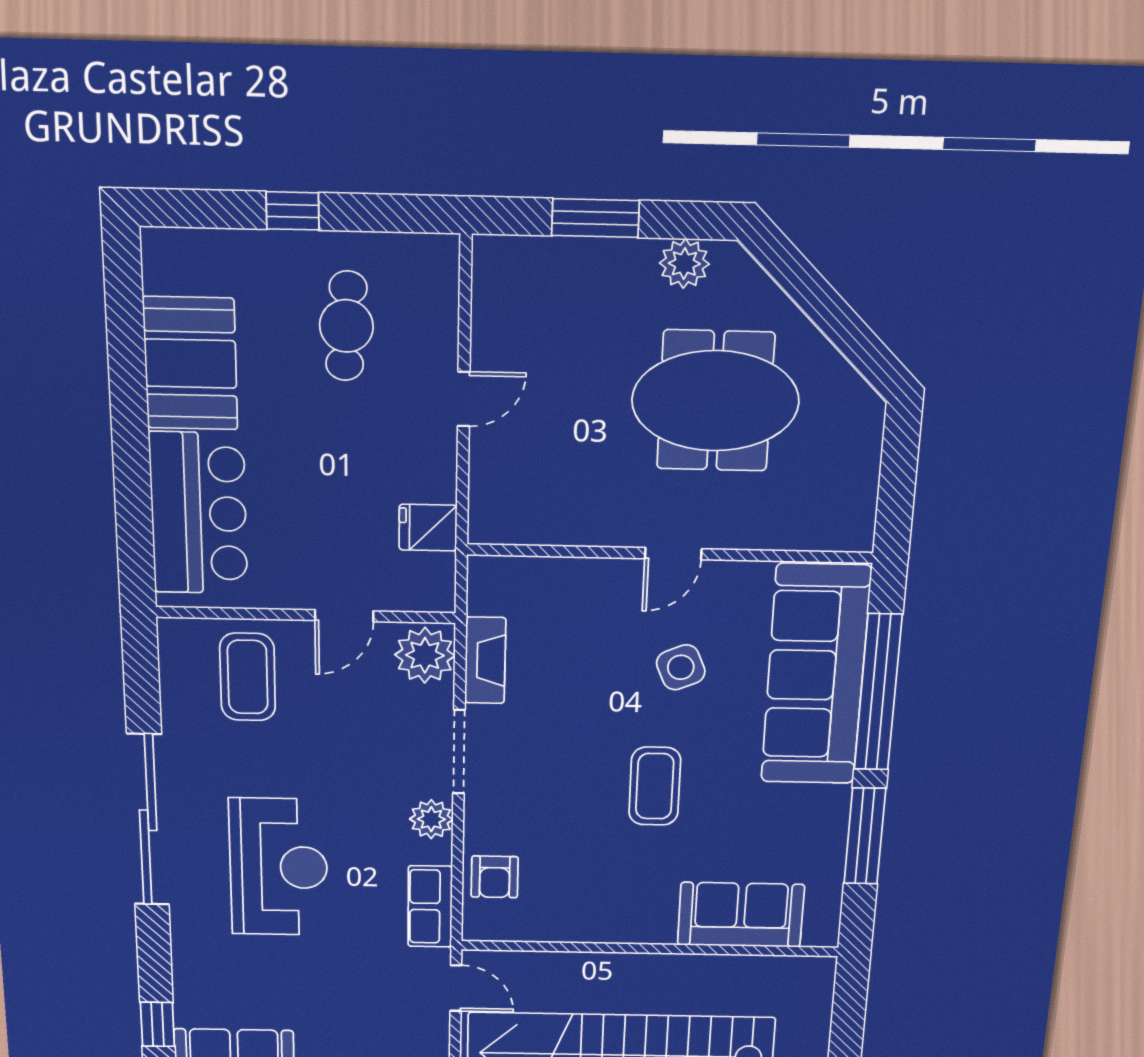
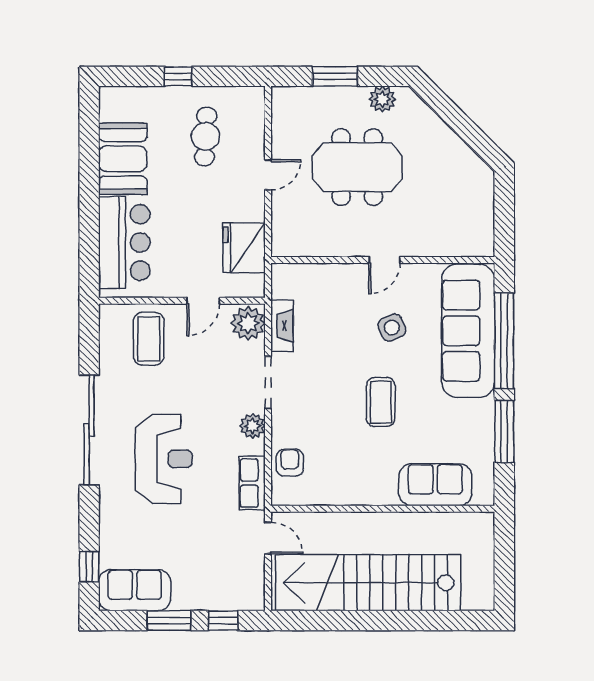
meeting table: (715, 401) -> (357, 167), moved
fridge: (428, 528) -> (244, 248), width x1.88, depth x1.34
armchair: (495, 877) -> (290, 463), turned 180

